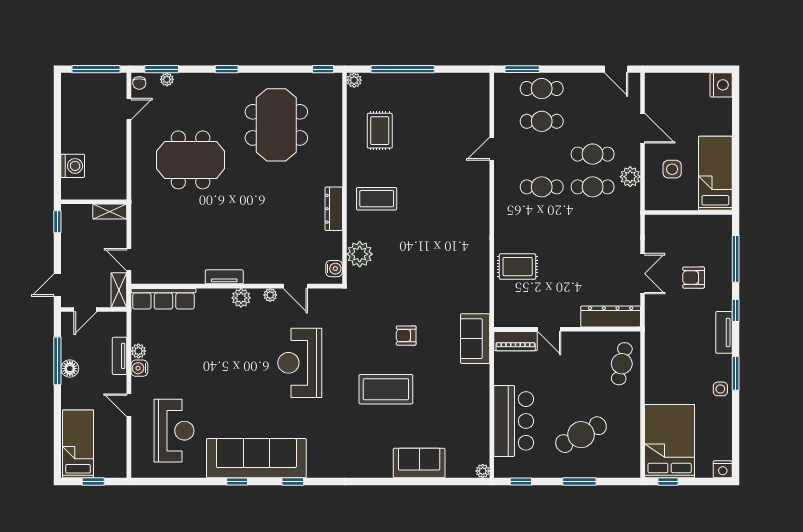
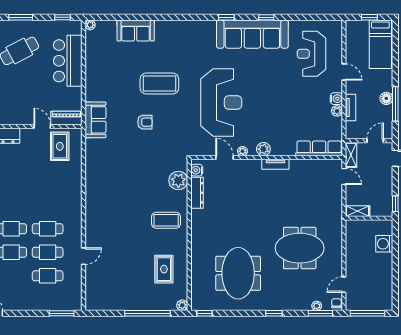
cafe table: (542, 89) -> (48, 252), moved
dresser: (334, 209) -> (197, 193), moved
rug: (518, 267) -> (60, 146), moved, turned 90
reception desk: (300, 363) -> (221, 102), width x1.36, depth x1.30

